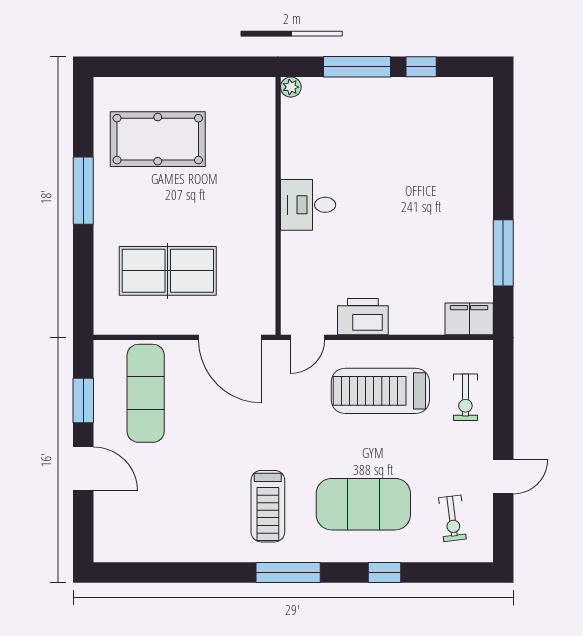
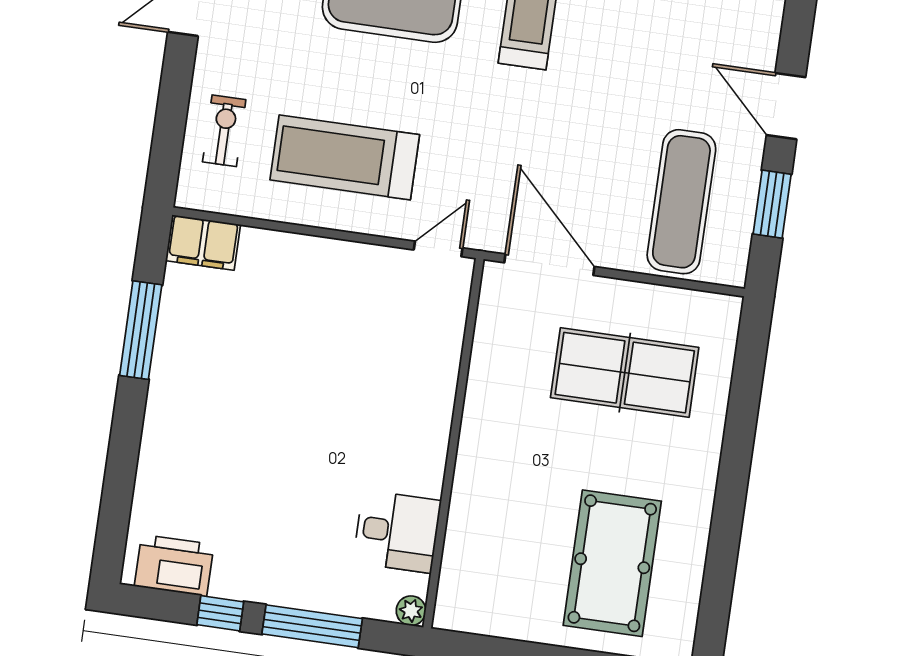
pool table: (158, 139) -> (612, 563), turned 90
window: (83, 191) -> (729, 505), removed
desk: (308, 205) -> (397, 532), moved
printer: (363, 317) -> (174, 565), moved, turned 180
treadmill: (380, 391) -> (345, 157), turned 180

